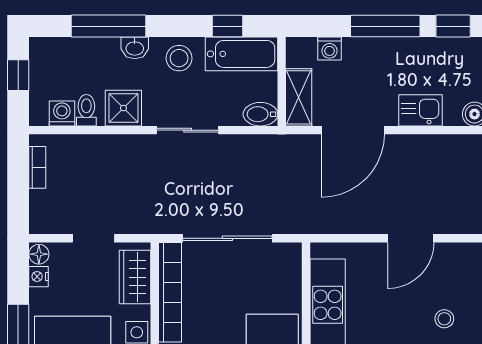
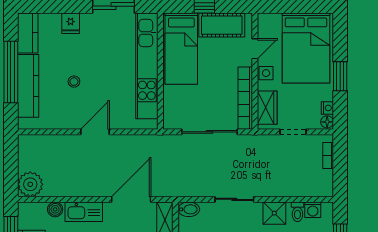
kitchen sink: (420, 110) -> (84, 212), width x1.38
bookcase: (37, 167) -> (328, 156), moved

